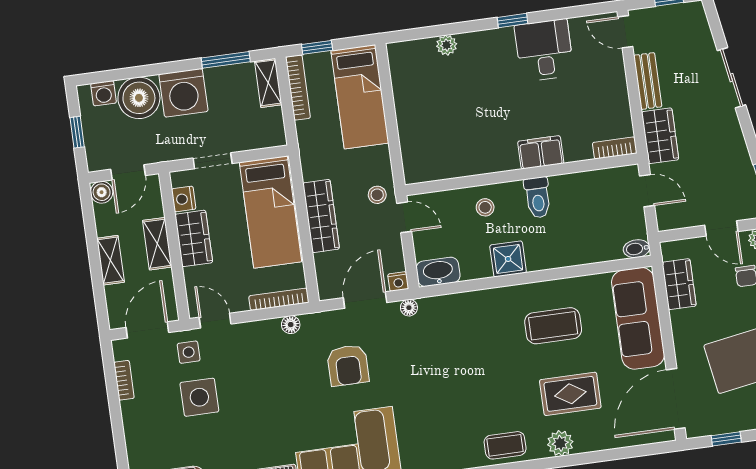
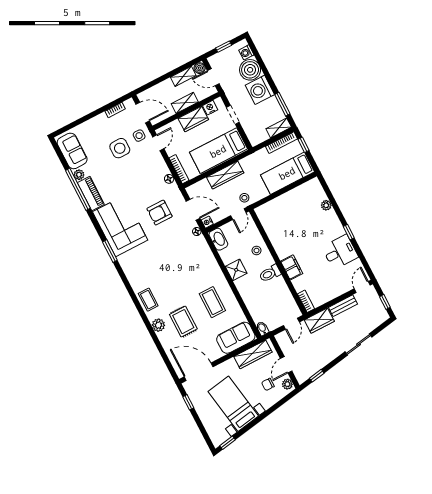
shelving: (111, 260) -> (183, 76), moved
wardrobe: (679, 284) -> (253, 354), width x1.50
sofa: (638, 318) -> (236, 338), width x0.73

